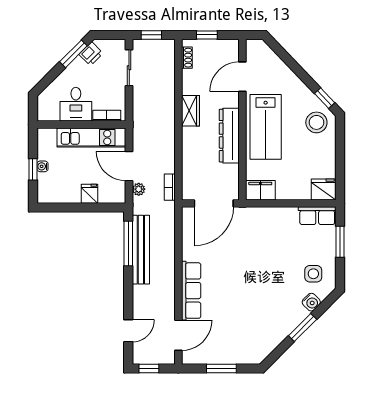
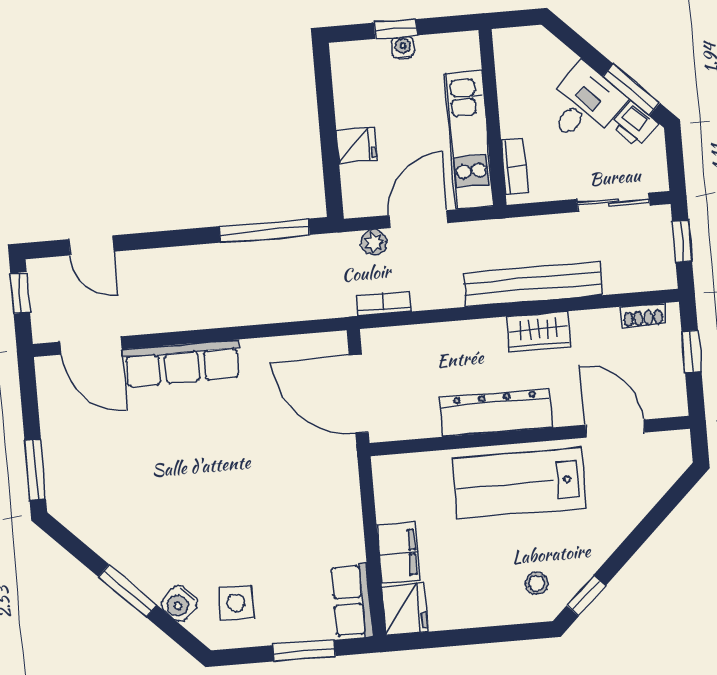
desk: (76, 104) -> (583, 104), moved, turned 135
stool: (316, 122) -> (537, 583), width x0.53, depth x0.53
filing cabinet: (260, 190) -> (398, 553), moved
bench: (141, 250) -> (533, 284), moved
window: (221, 368) -> (35, 470), moved

